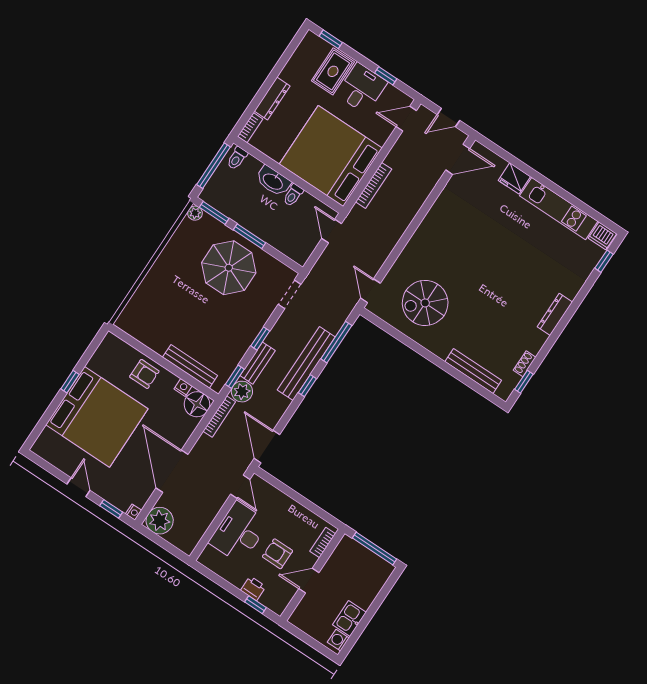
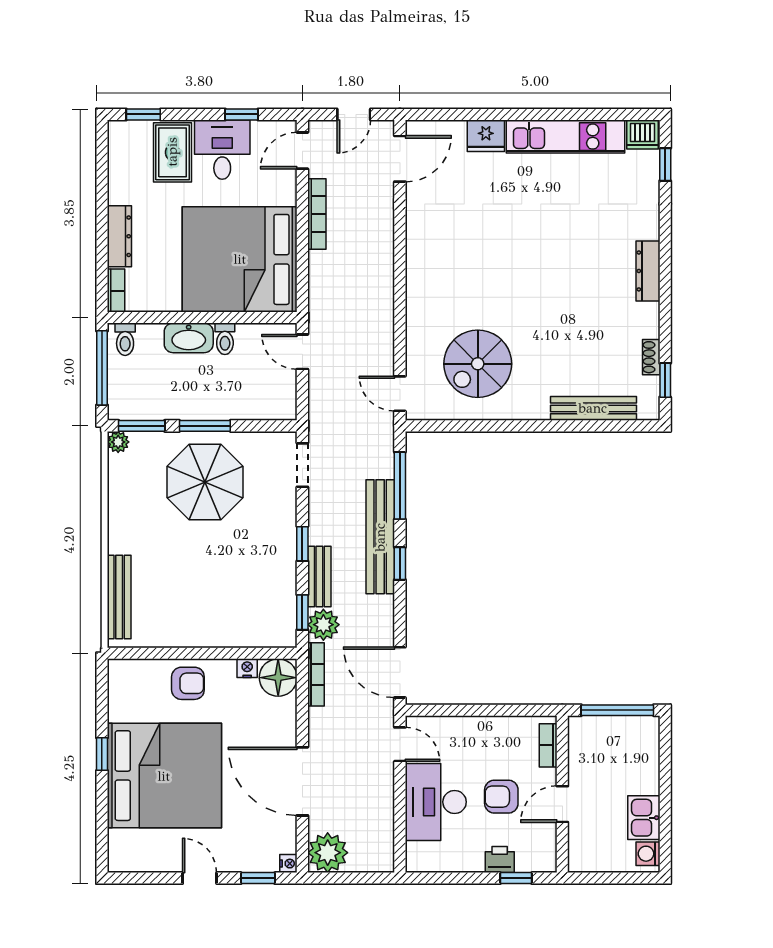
bookcase: (374, 185) -> (317, 214), moved
bench: (190, 366) -> (119, 597), moved, turned 90

